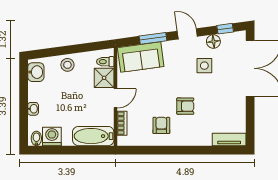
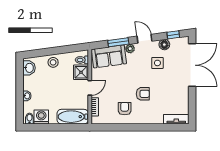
plant: (168, 47) -> (130, 49), added

